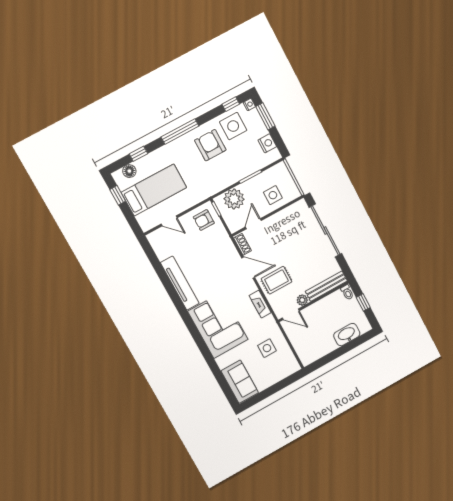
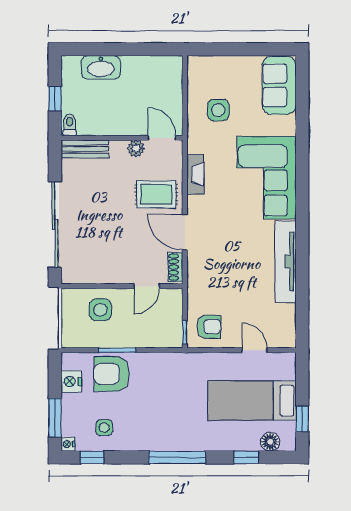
side table: (233, 126) -> (104, 428), width x0.54, depth x0.54
armchair: (210, 145) -> (112, 374), moved, turned 90
plant: (234, 199) -> (154, 333), removed
bench: (326, 286) -> (85, 149), width x0.73

